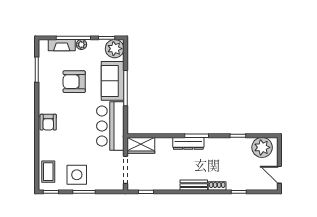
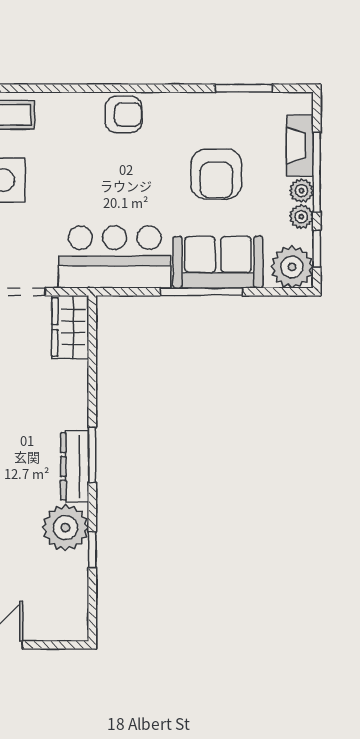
plant: (93, 45) -> (301, 217), added
armchair: (74, 82) -> (216, 174), turned 180
armchair: (48, 122) -> (123, 114), turned 180
dresser: (188, 143) -> (75, 466), moved
plant: (262, 147) -> (65, 528), moved

